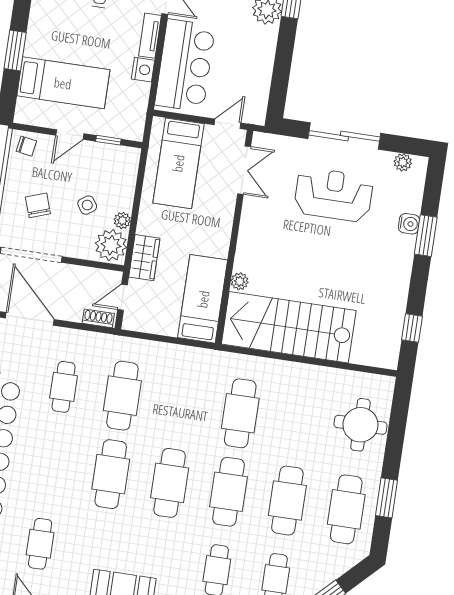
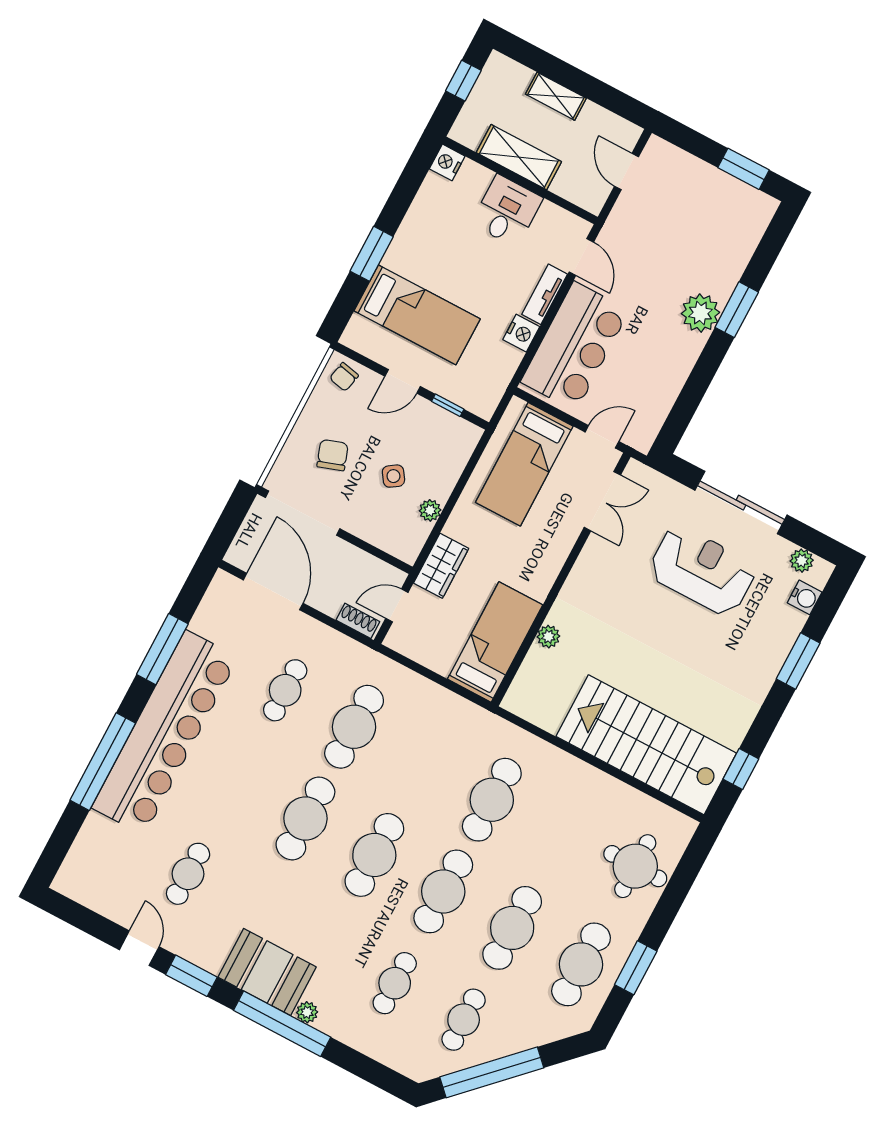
chair: (26, 146) -> (344, 377), turned 92
water cooler: (409, 224) -> (805, 597), moved
plant: (111, 245) -> (405, 536), removed
stairs: (289, 327) -> (646, 745), moved

